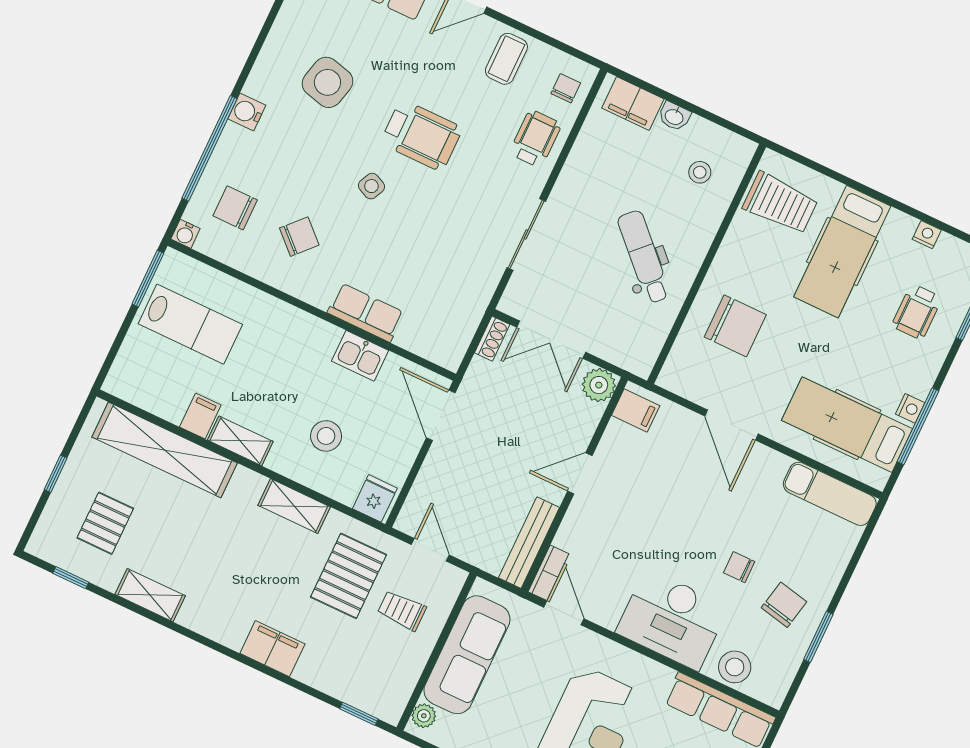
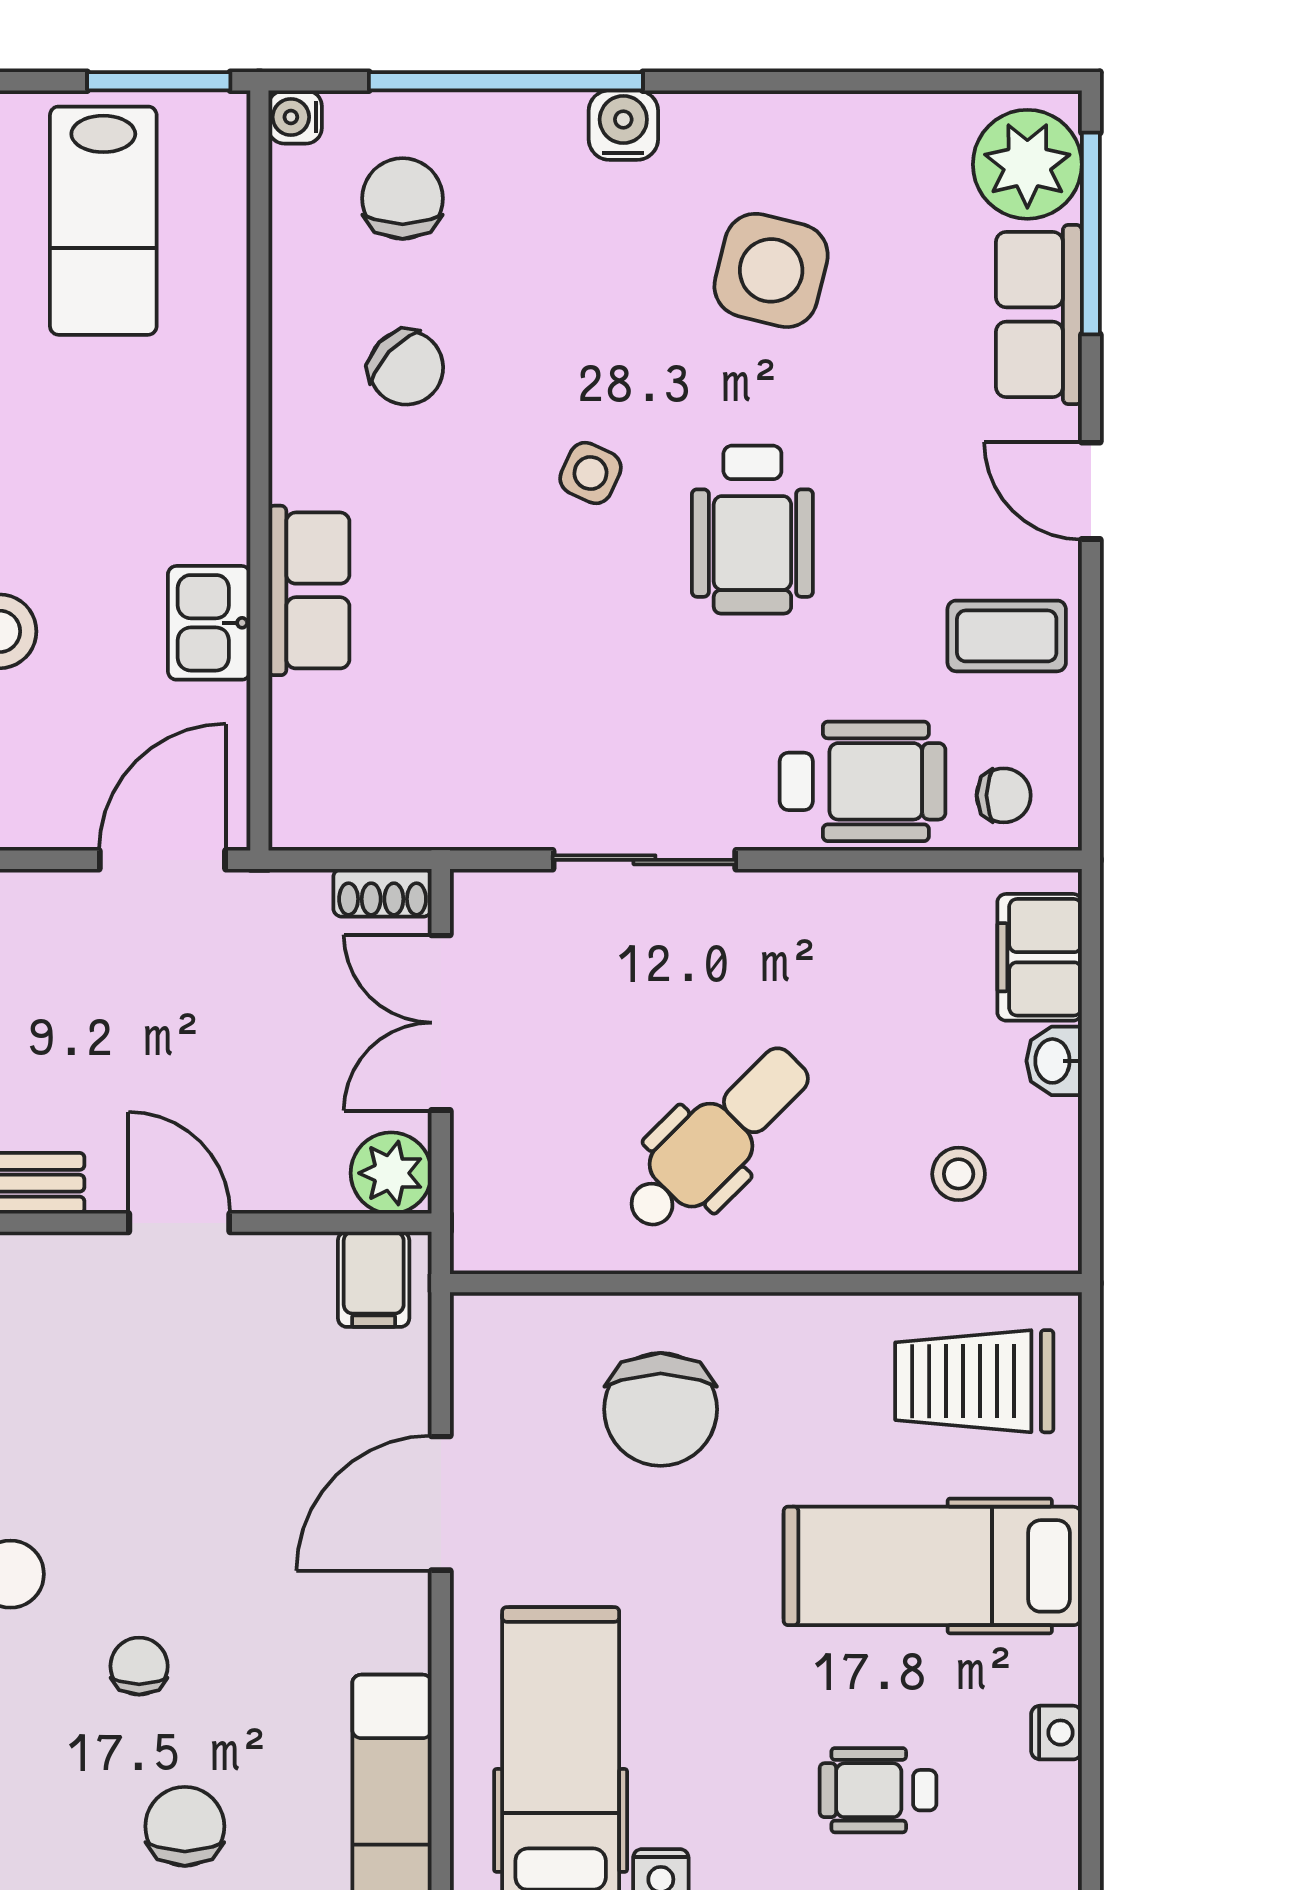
wheelchair: (535, 139) -> (863, 781), width x1.36, depth x1.37
trolley: (780, 203) -> (974, 1381), turned 90
chair: (784, 605) -> (185, 1826), moved, turned -102

